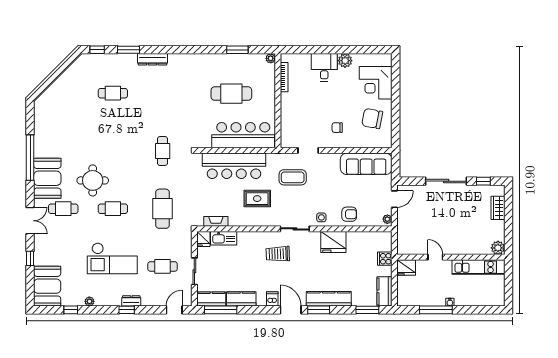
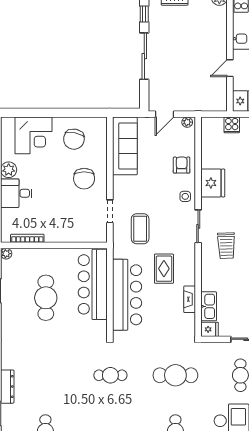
chair: (337, 128) -> (84, 179), width x1.87, depth x1.87
door: (394, 199) -> (165, 114), swing flipped
fireplace: (216, 221) -> (190, 299), moved

